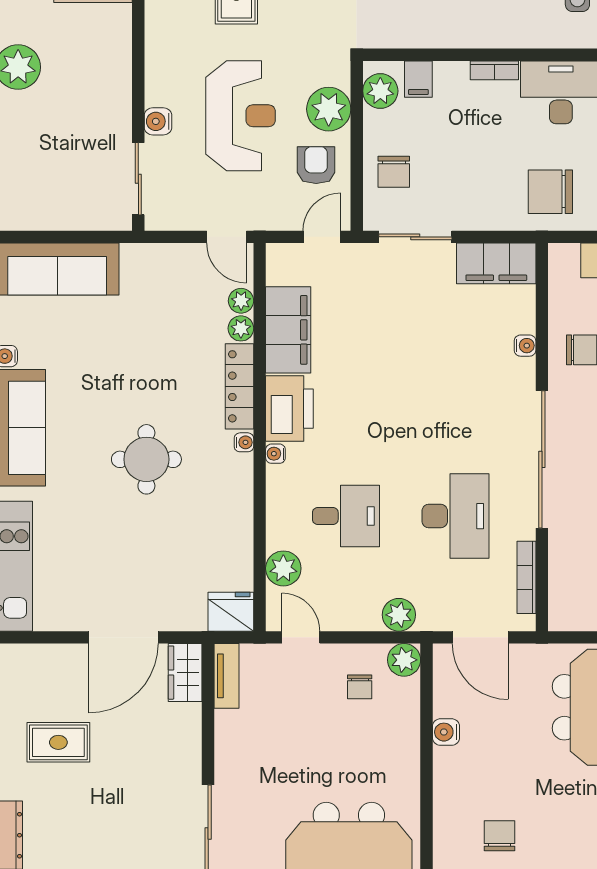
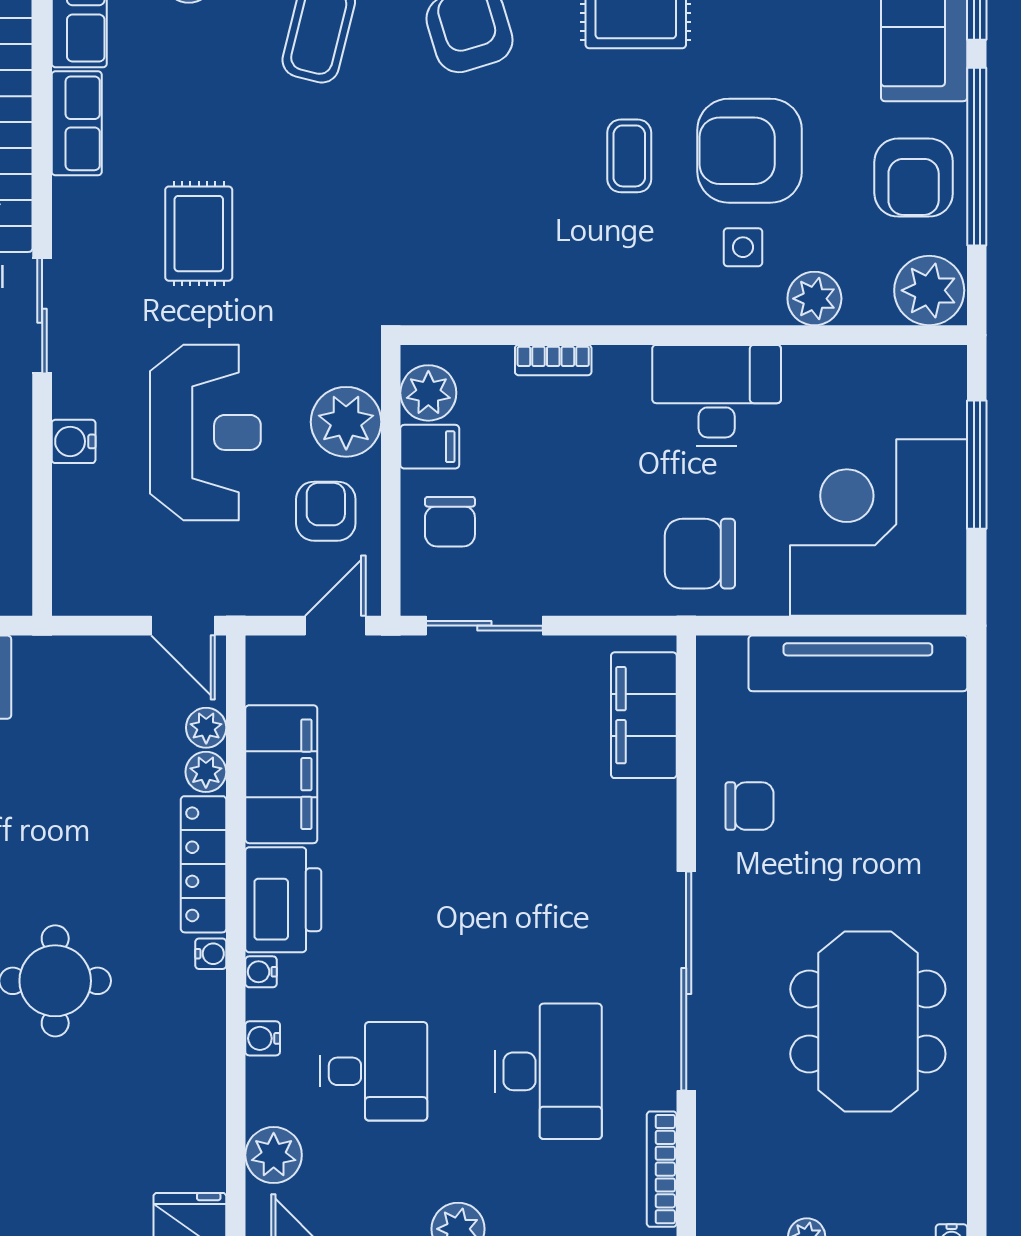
bookcase: (494, 70) -> (553, 360), moved
filing cabinet: (418, 79) -> (430, 447), moved, turned -90
sliding door: (138, 179) -> (42, 316), moved
filing cabinet: (496, 263) -> (644, 715), moved, turned 90
water cooler: (525, 346) -> (263, 1038), moved, turned 180

